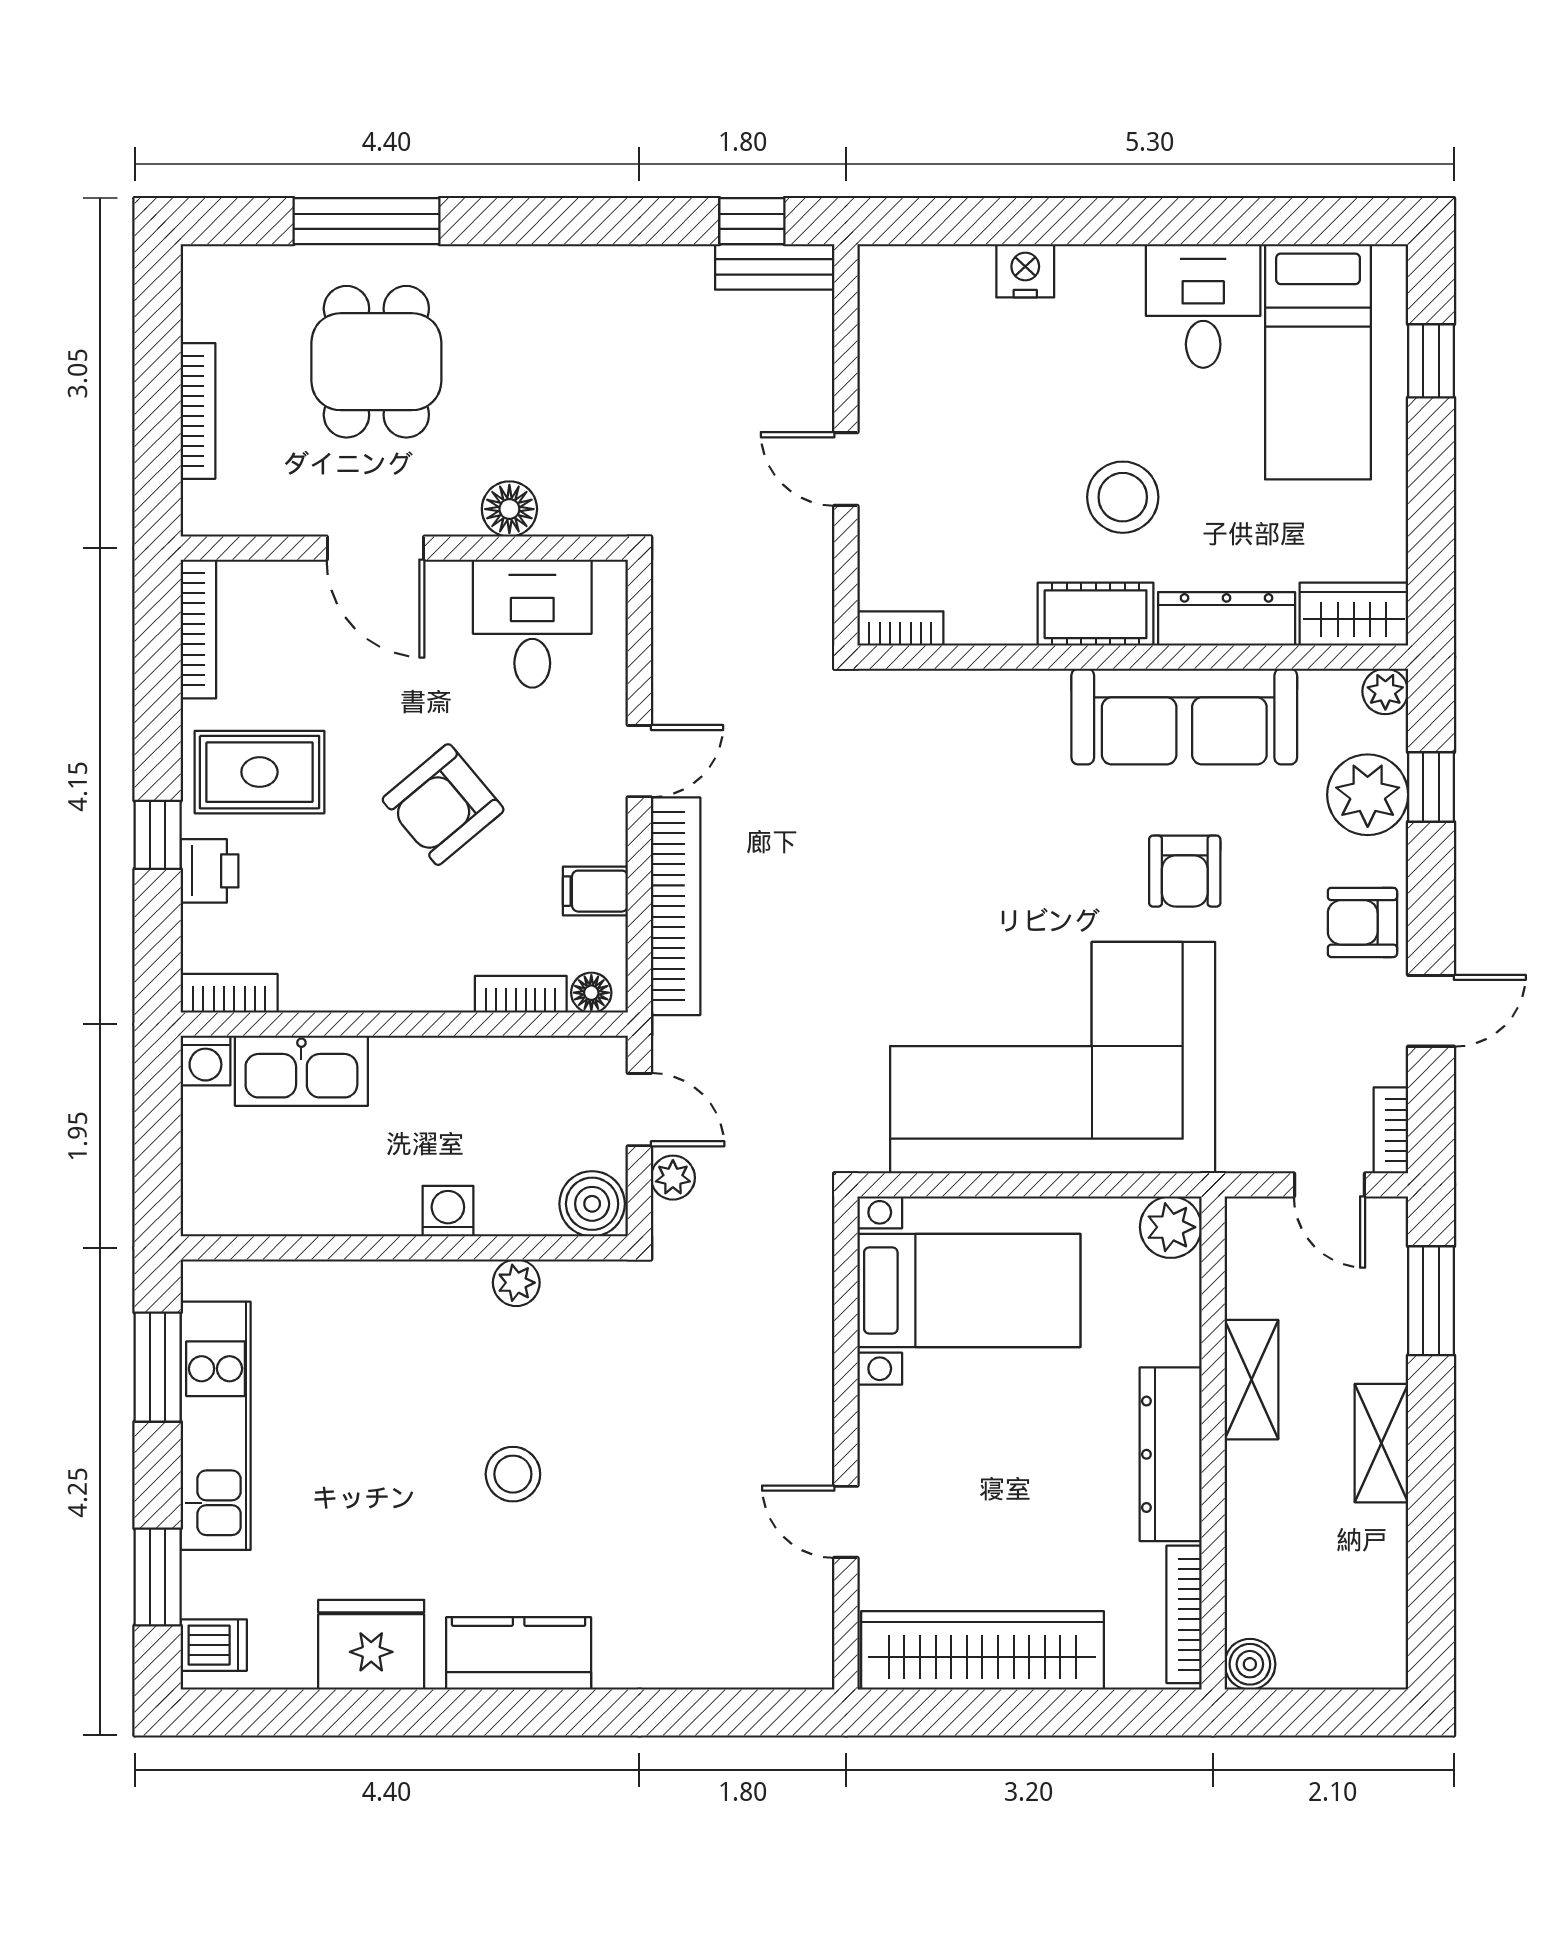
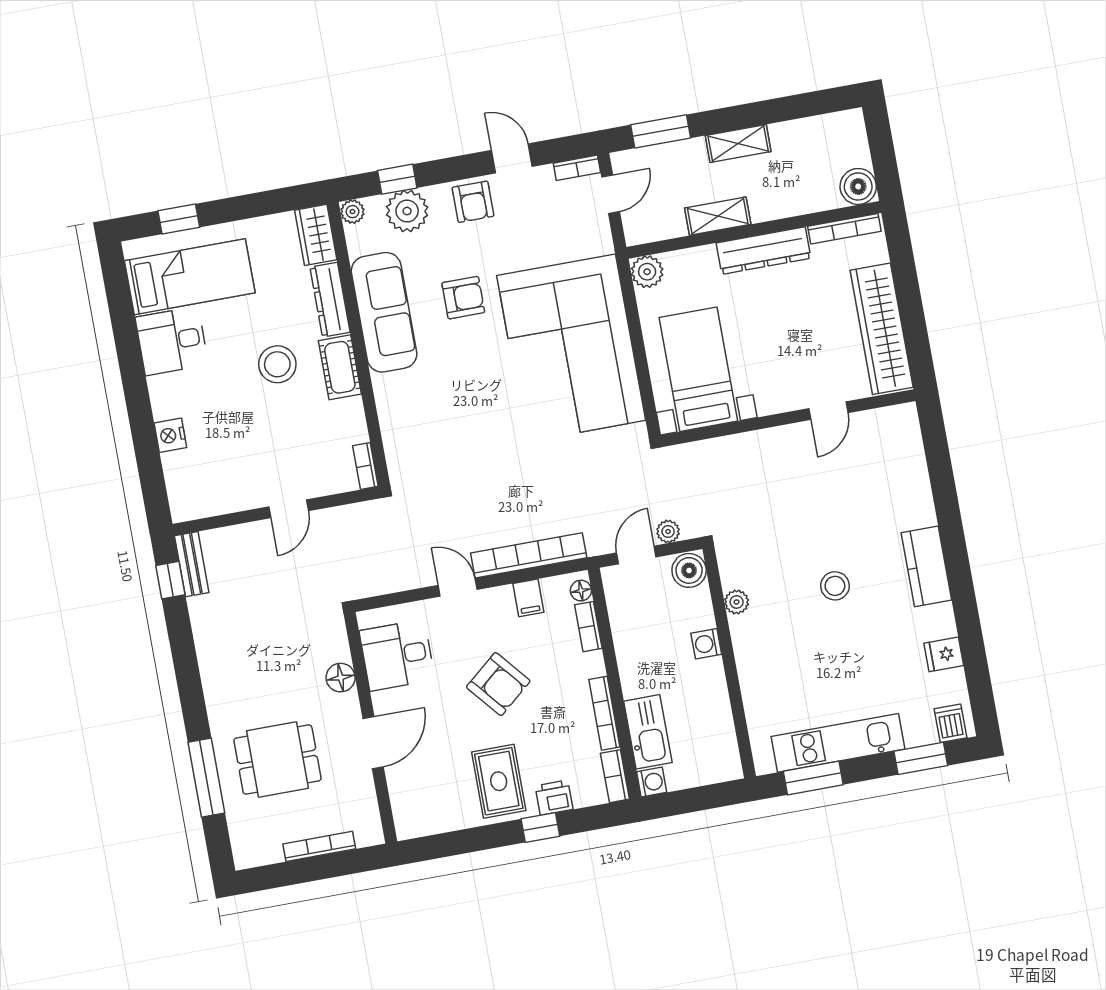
bookcase: (198, 629) -> (604, 713), moved, turned -90
fridge: (371, 1645) -> (944, 654), width x0.53, depth x0.75
boiler: (1250, 1664) -> (858, 186), width x1.36, depth x1.36

